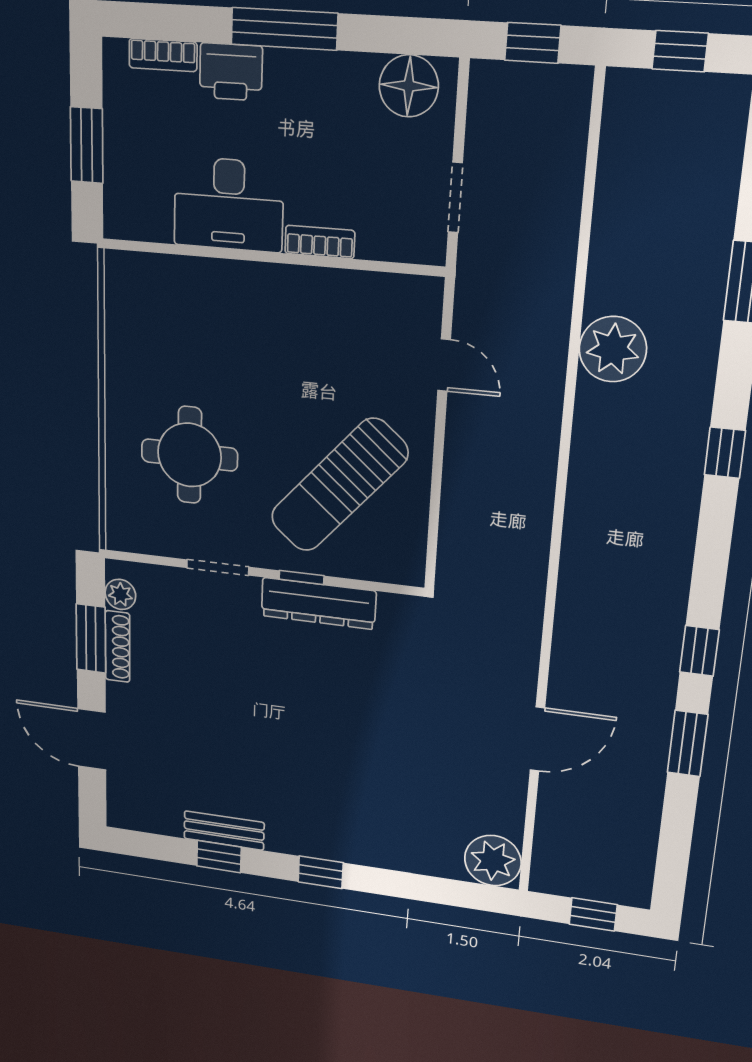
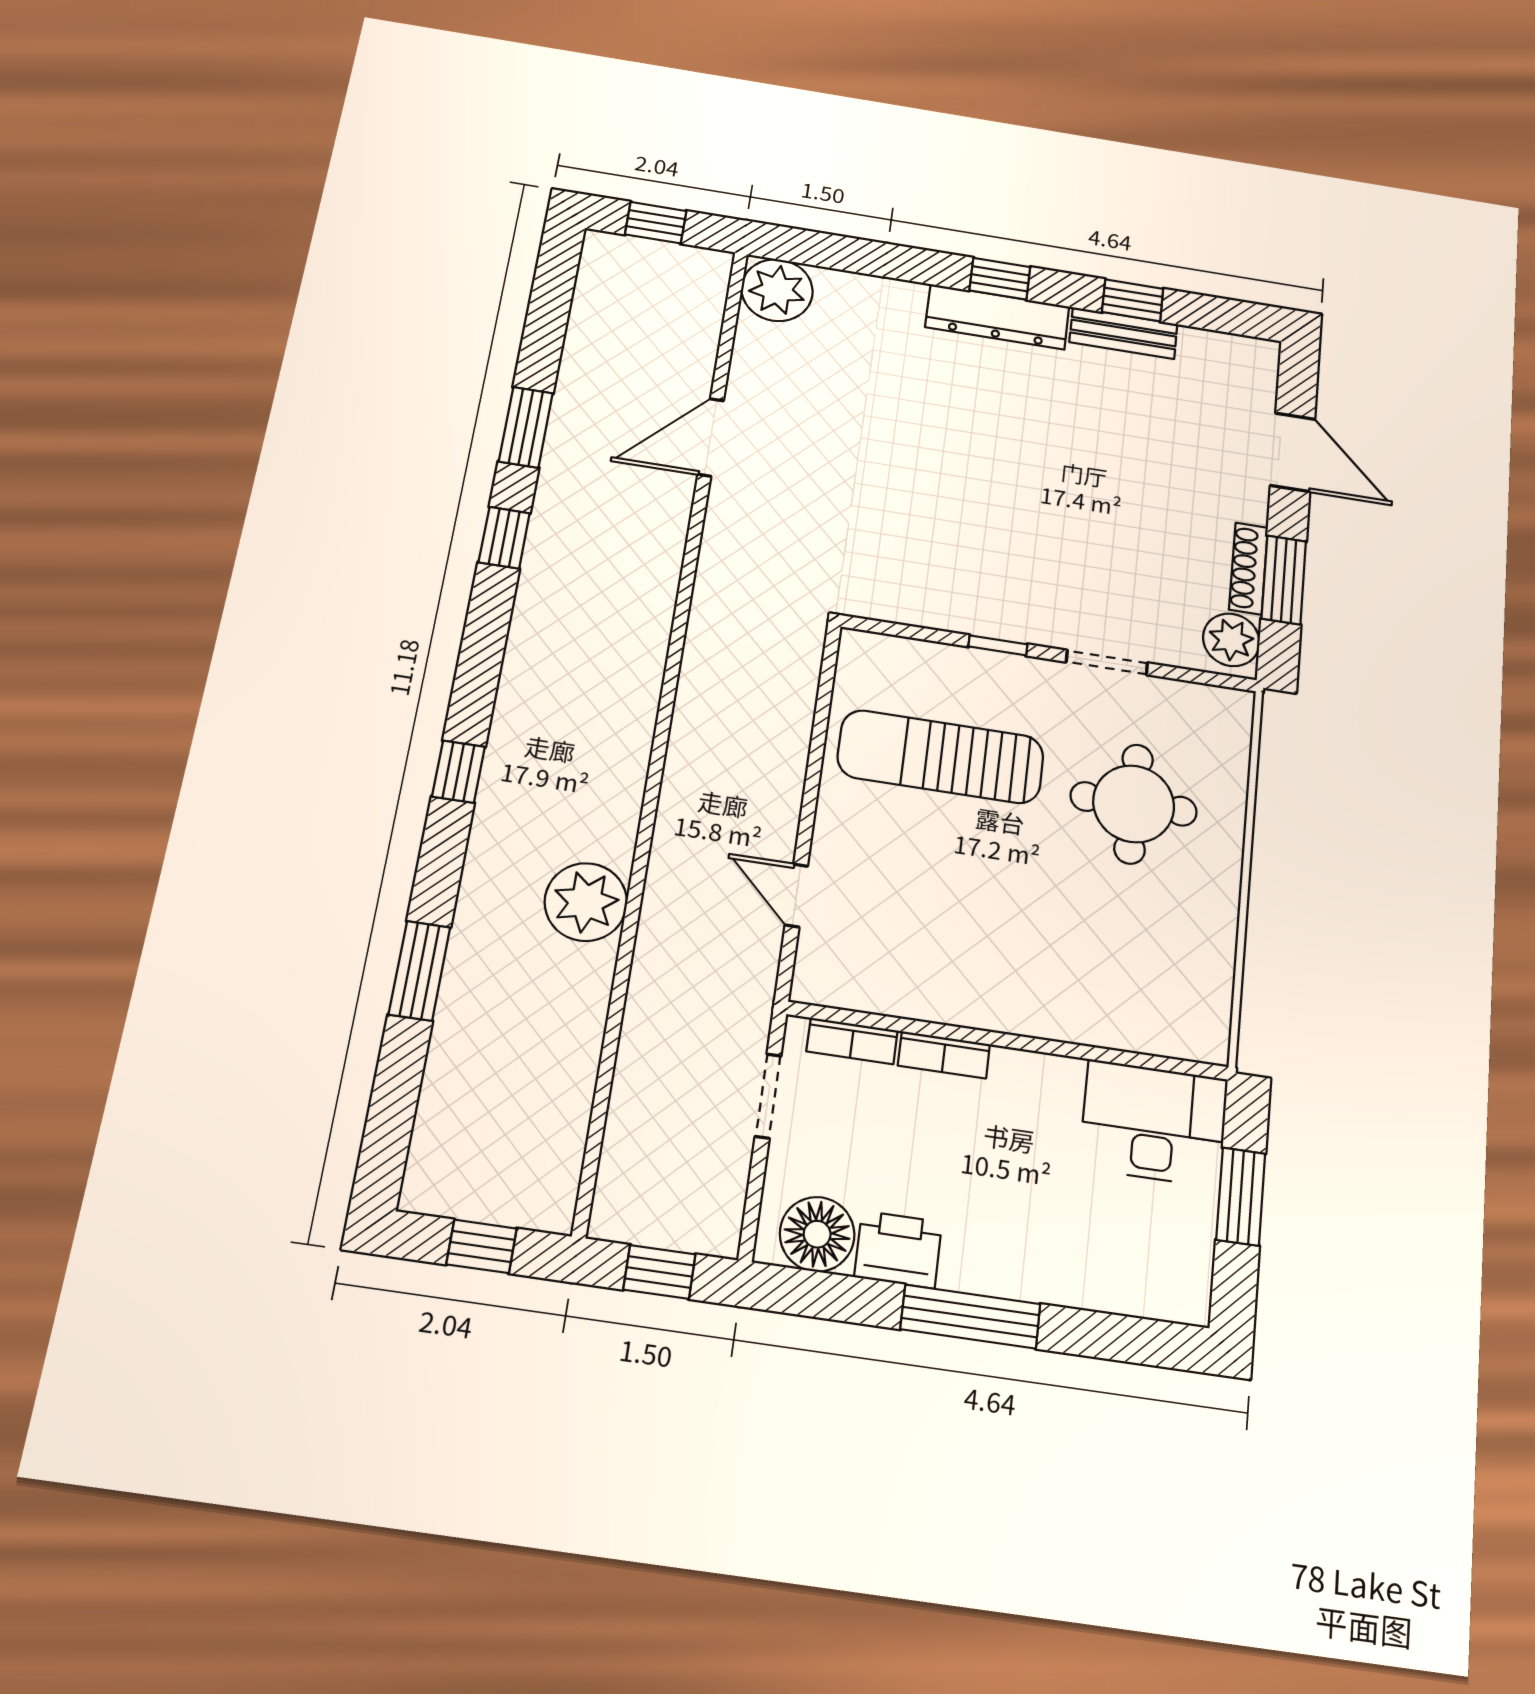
bookcase: (163, 55) -> (852, 1041), moved, turned 180
printer: (231, 72) -> (898, 1250), moved
desk: (229, 204) -> (1154, 1123), moved
sun lounger: (339, 485) -> (941, 757), turned -131
plant: (120, 594) -> (1231, 640), width x1.38, depth x1.38
dresser: (318, 603) -> (997, 317), moved, turned 180

